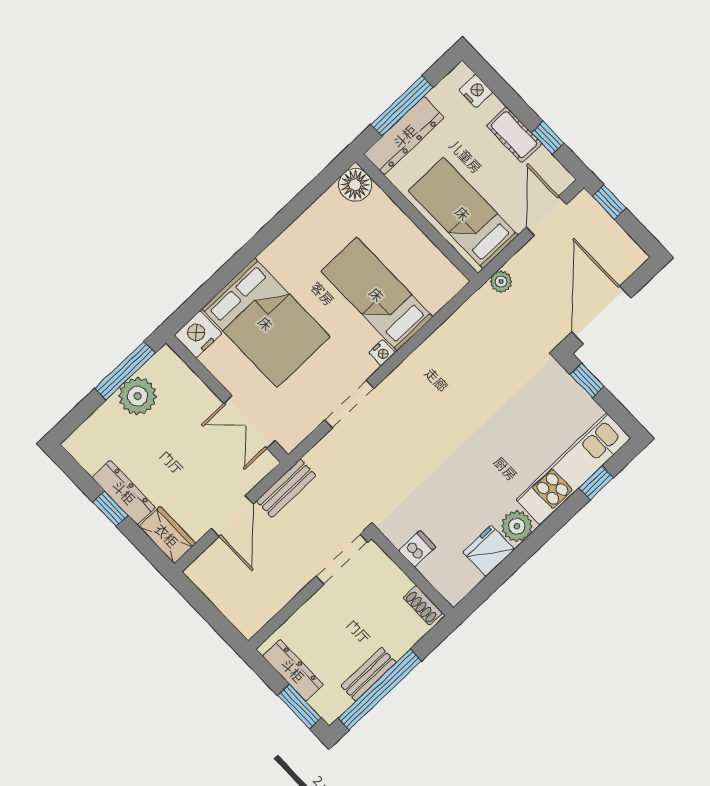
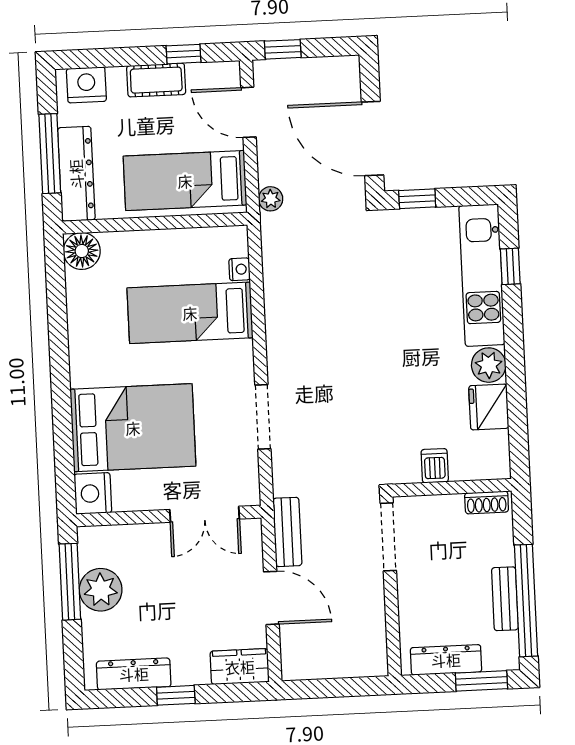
nightstand: (476, 91) -> (86, 85), width x1.36, depth x1.33
nightstand: (382, 353) -> (240, 269), moved
dresser: (124, 492) -> (134, 674), moved

